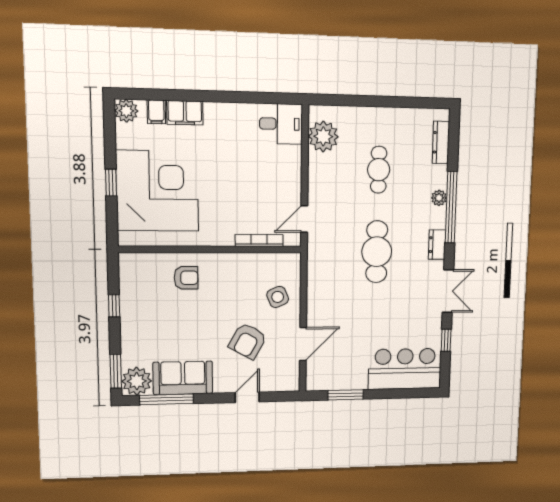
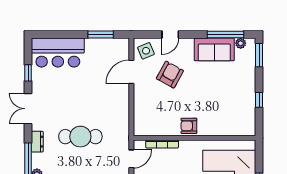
cafe table: (377, 252) -> (80, 137), turned 90
armchair: (186, 278) -> (189, 126), moved
side table: (278, 297) -> (146, 51), moved
plant: (137, 381) -> (241, 43), width x0.53, depth x0.53

